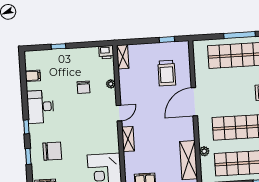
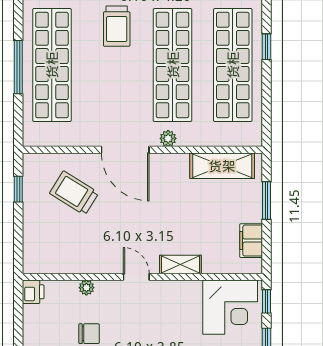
shelving: (123, 57) -> (42, 265), removed
trolley: (167, 73) -> (74, 193), turned -148
plant: (204, 151) -> (168, 138), moved

